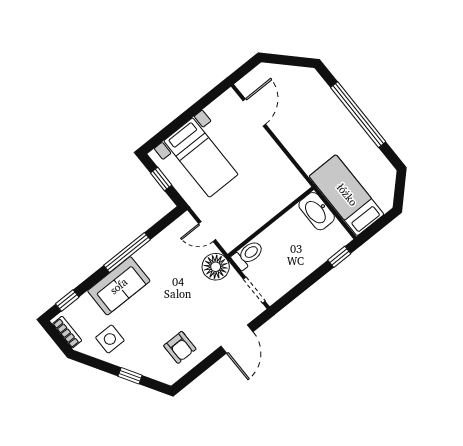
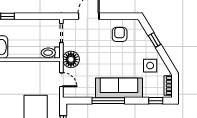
sofa: (119, 286) -> (119, 88), width x1.36

